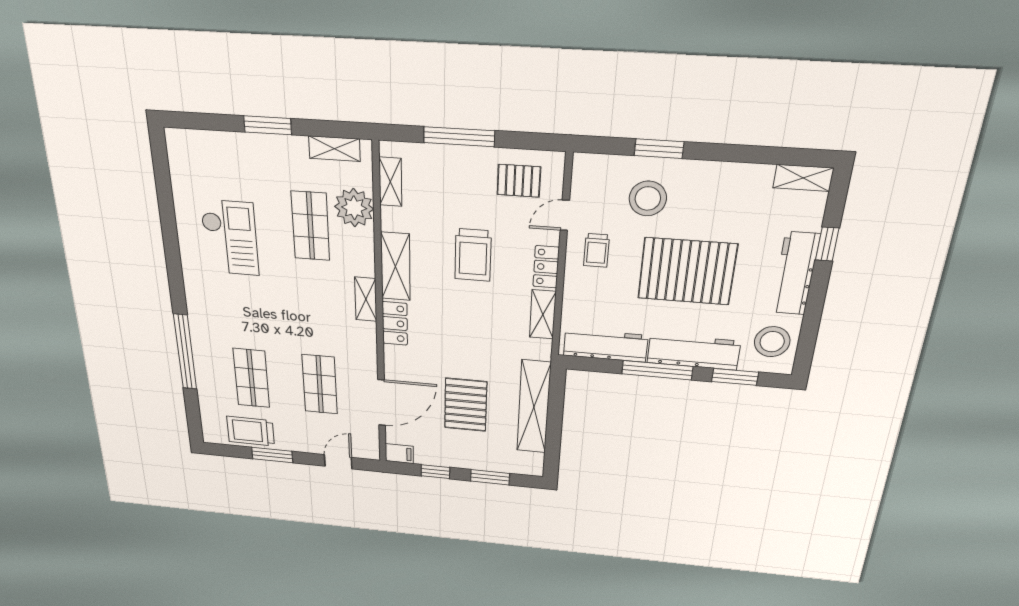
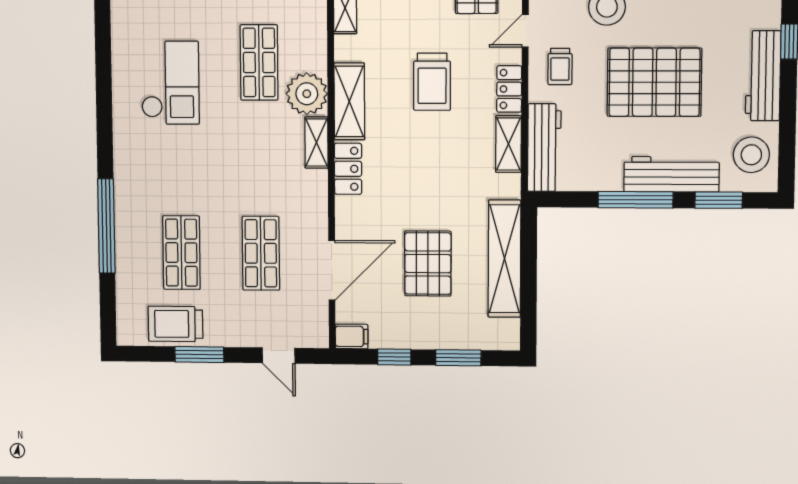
plant: (354, 208) -> (307, 94), moved
workbench: (605, 345) -> (544, 148), moved, turned 90
door: (338, 462) -> (279, 356), swing flipped

